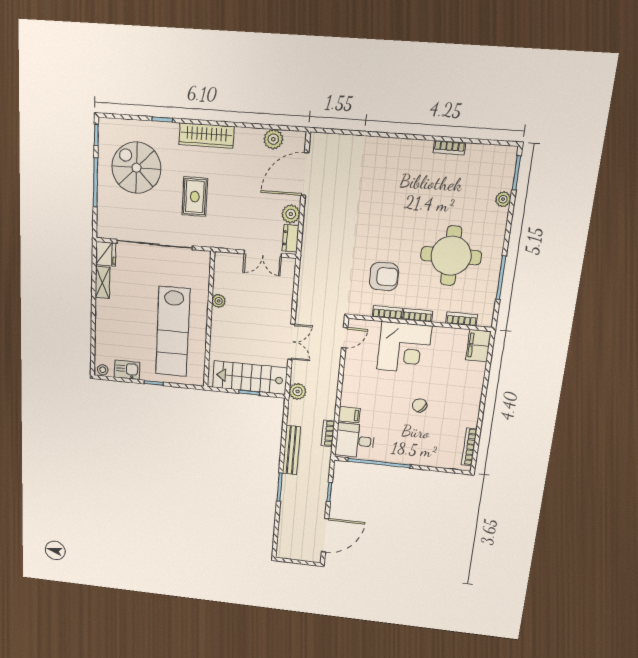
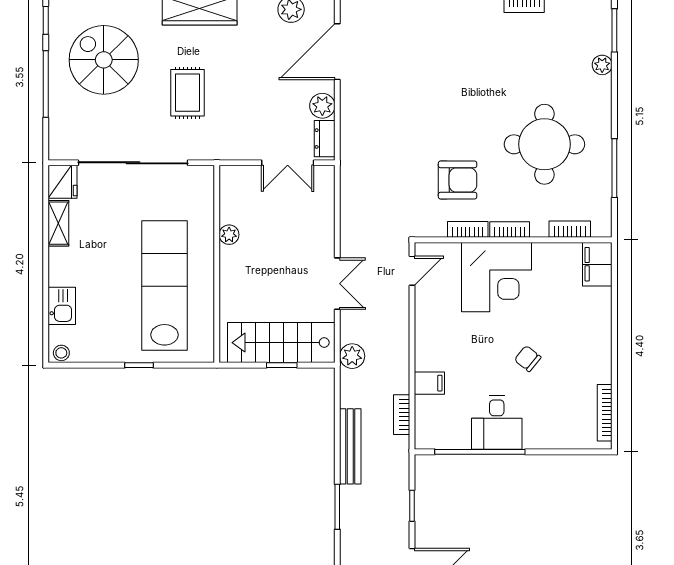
lab bench: (173, 332) -> (164, 286), turned 180
kitchen sink: (127, 370) -> (62, 306), moved, turned 90
desk: (355, 441) -> (497, 422), moved, turned -90

